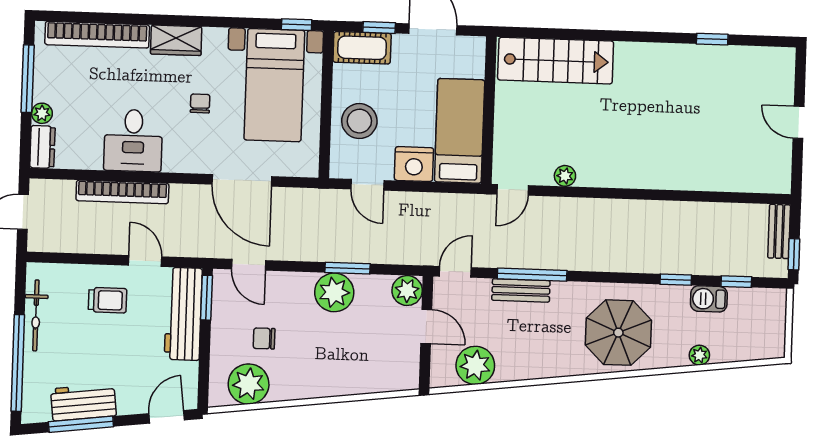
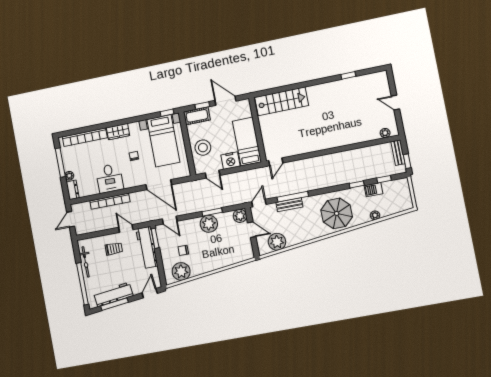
plant: (565, 176) -> (385, 133), moved
workbench: (83, 402) -> (113, 295), width x1.37

